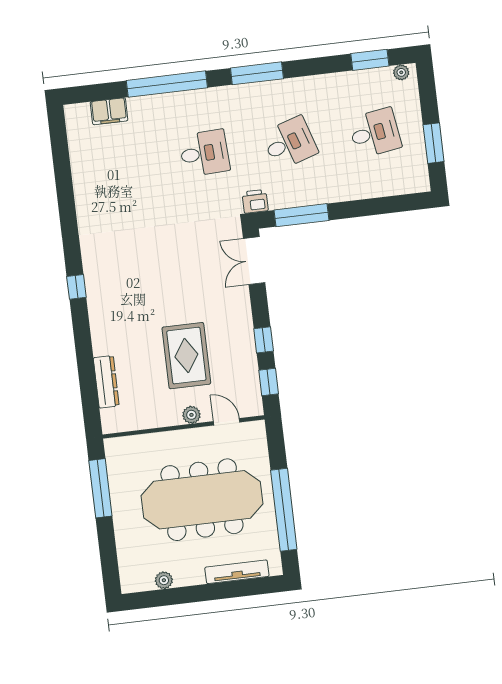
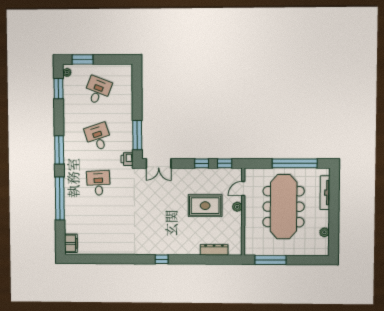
filing cabinet: (109, 111) -> (71, 243), moved
desk: (375, 133) -> (98, 91), turned 30
window: (434, 143) -> (83, 59), moved

